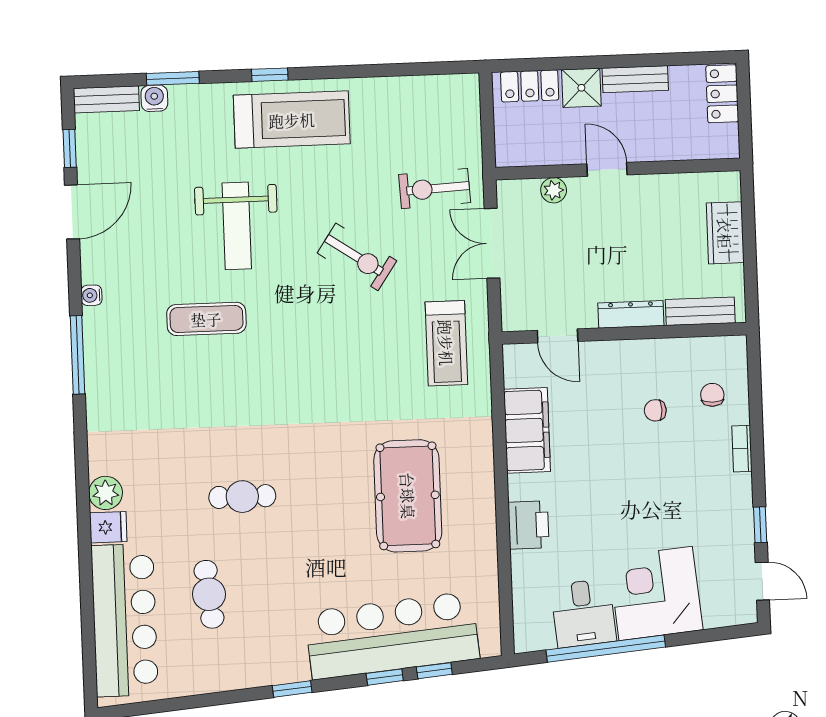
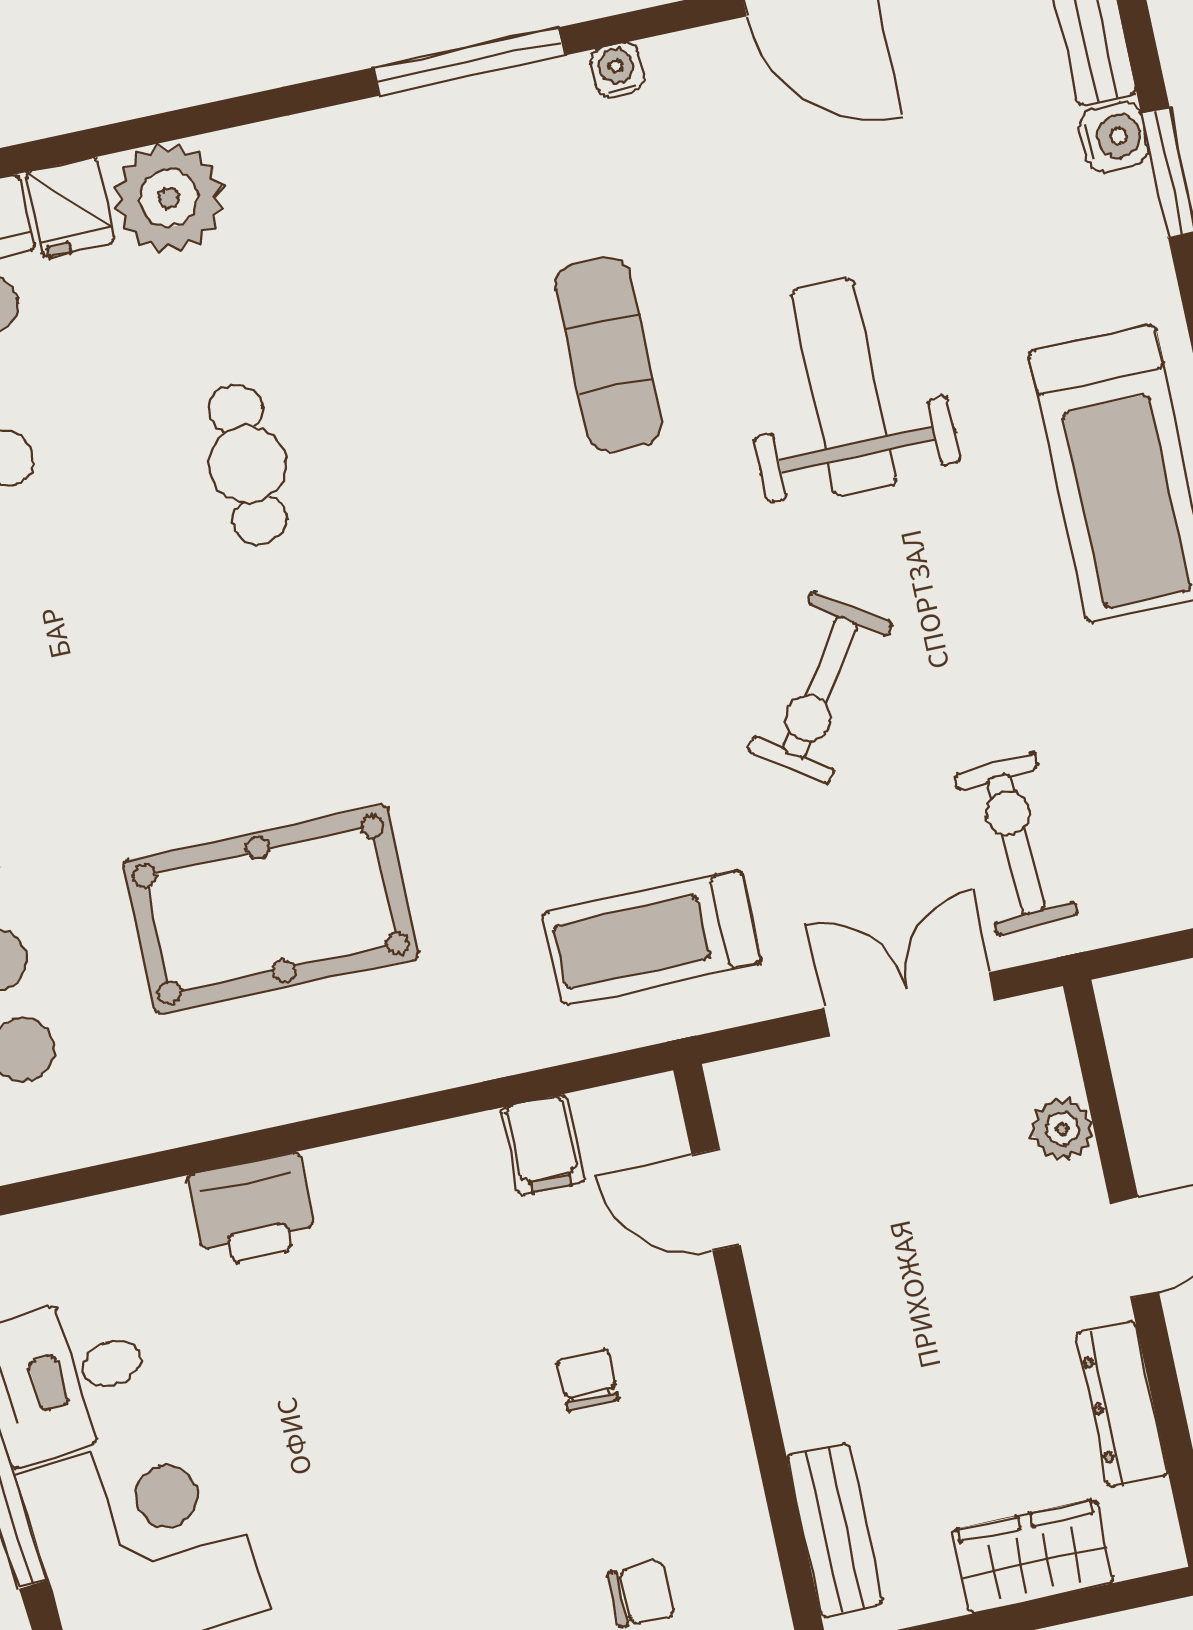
weight bench: (237, 226) -> (844, 387), turned 90
dresser: (631, 314) -> (1122, 1405), moved, turned 180
door: (558, 336) -> (716, 1200), hinge flipped
chair: (655, 410) -> (588, 1380), moved
filing cabinet: (527, 430) -> (543, 1145), width x0.33, depth x0.86
plant: (106, 493) -> (169, 198), width x1.36, depth x1.36
cafe table: (242, 497) -> (248, 464), moved

